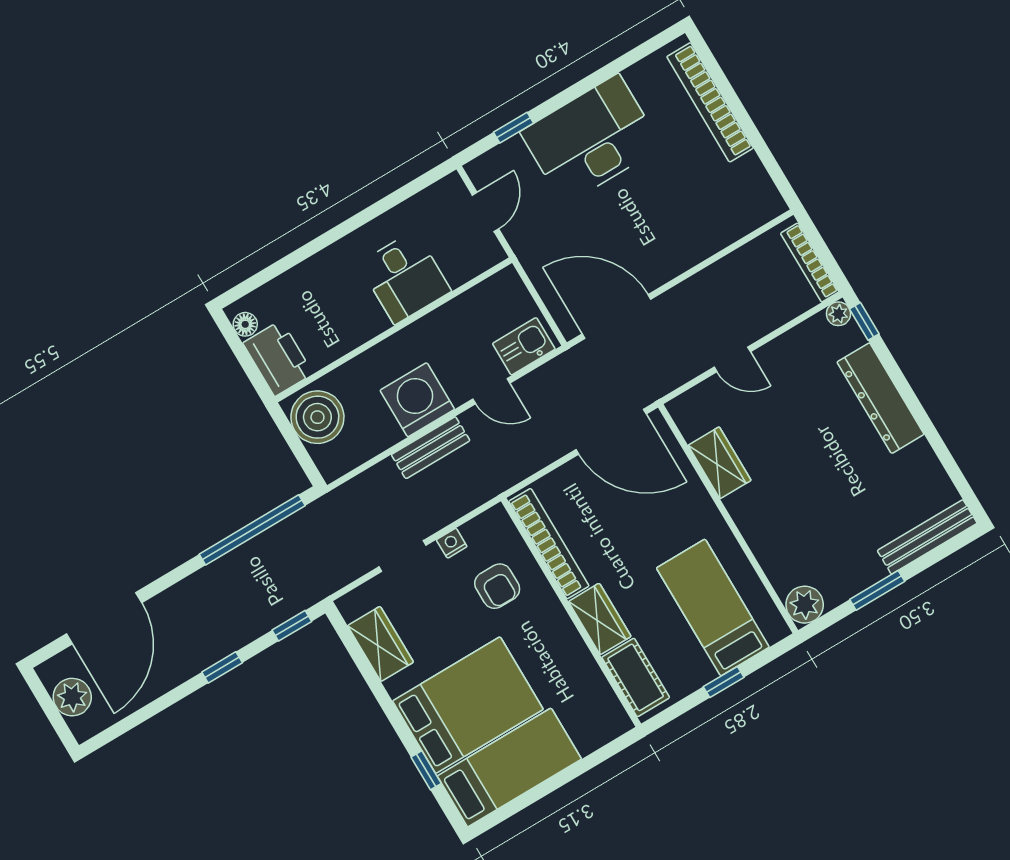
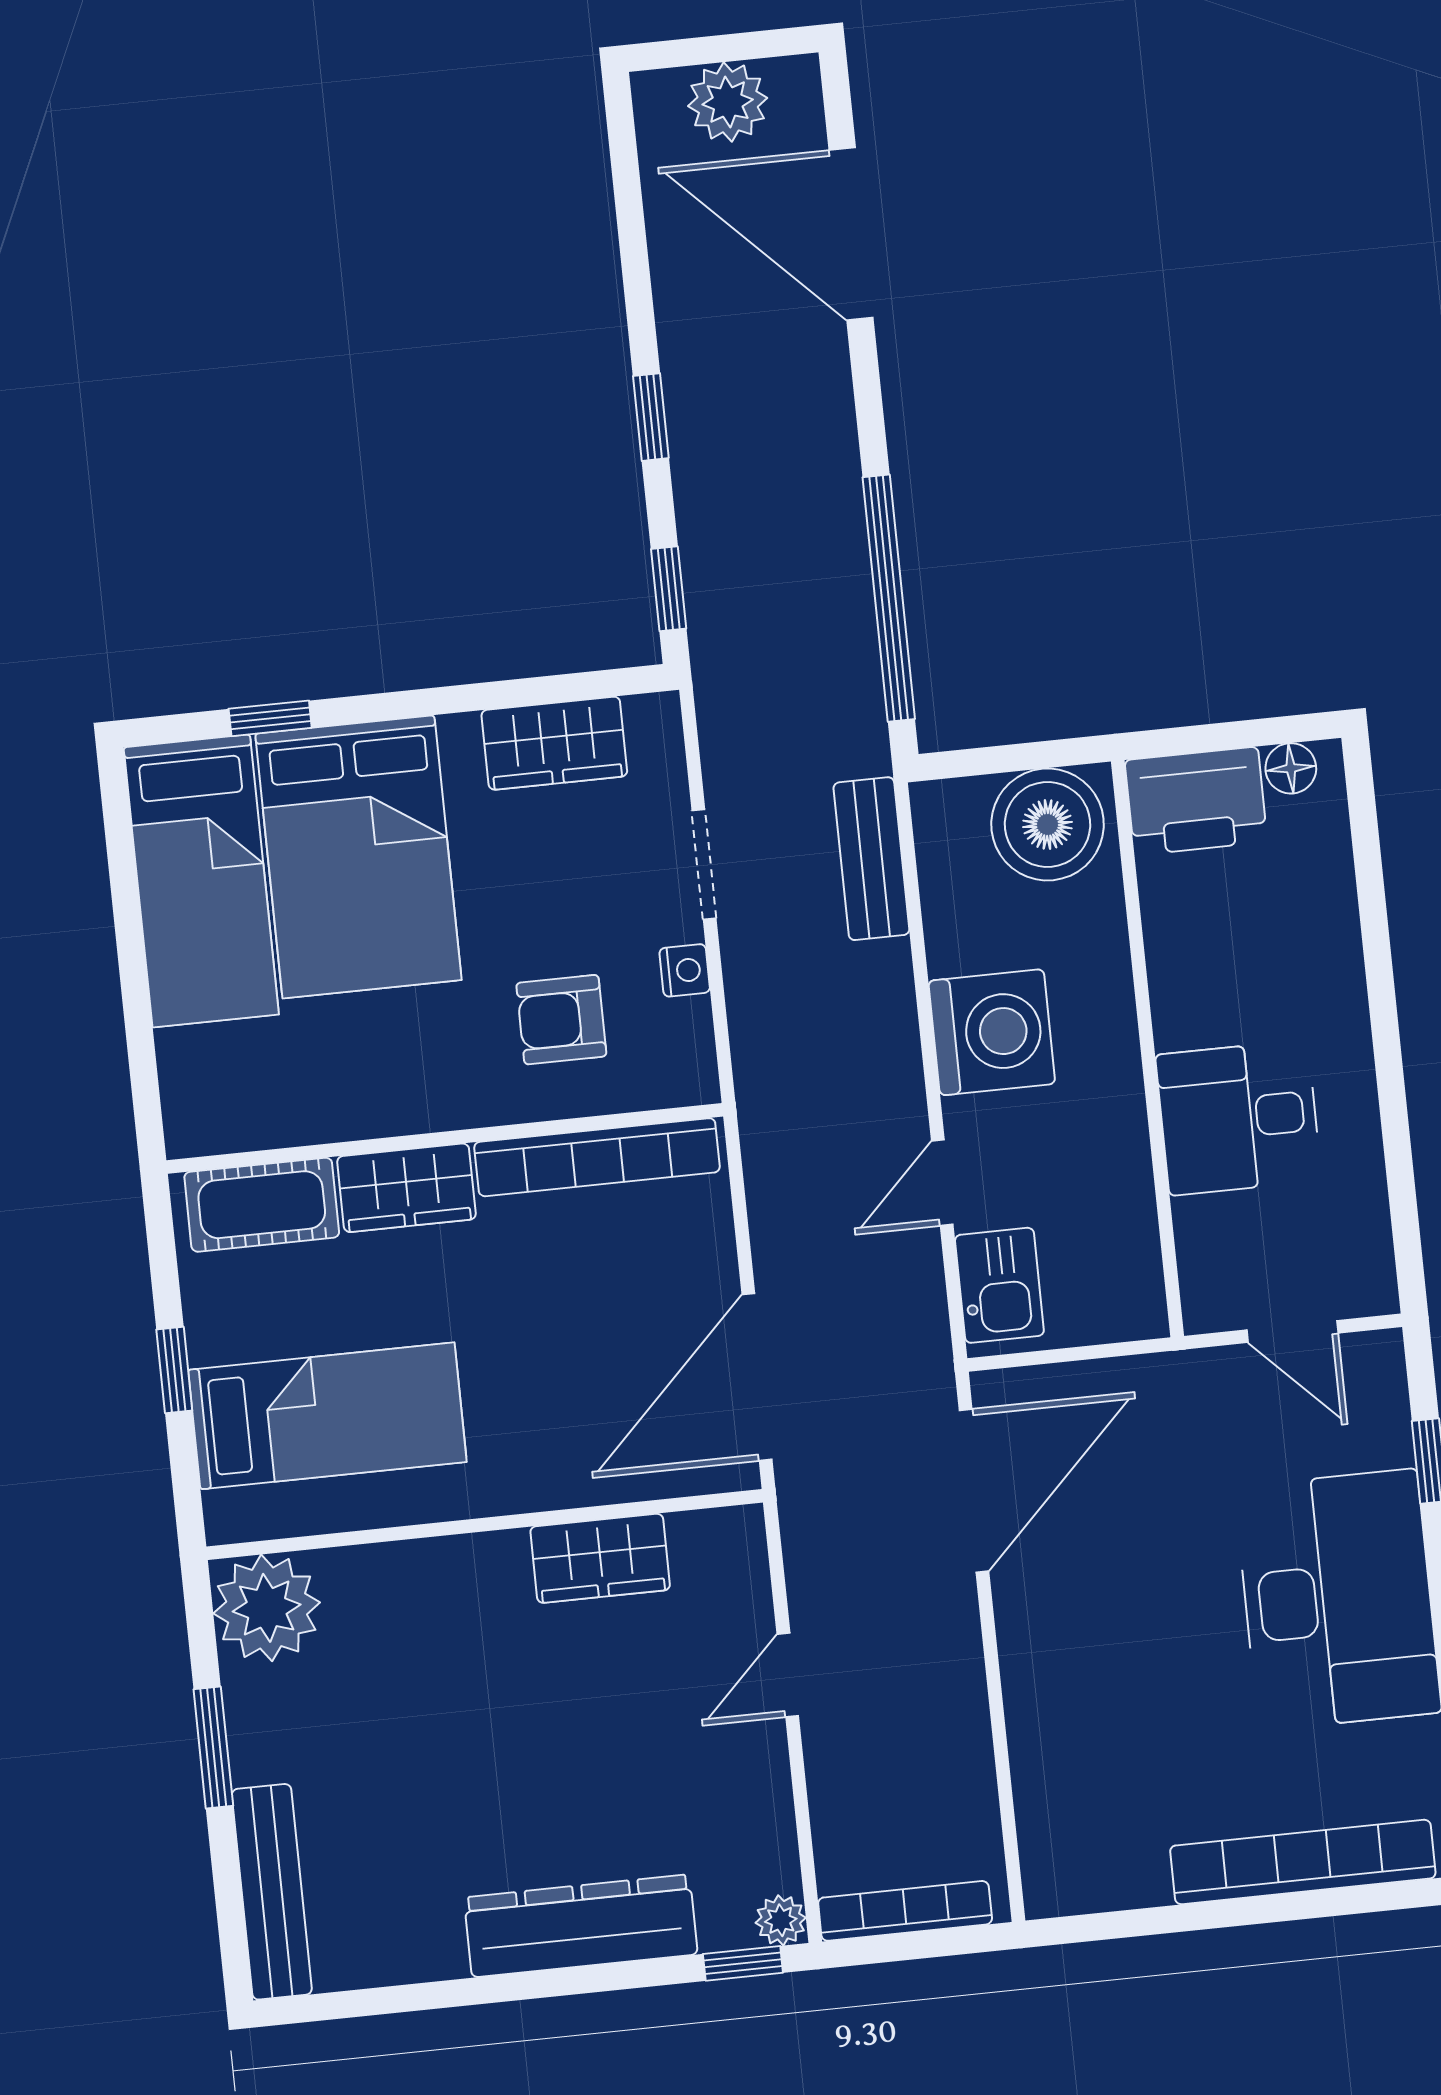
bench: (431, 448) -> (871, 859), moved
plant: (805, 605) -> (267, 1608), width x1.36, depth x1.36

